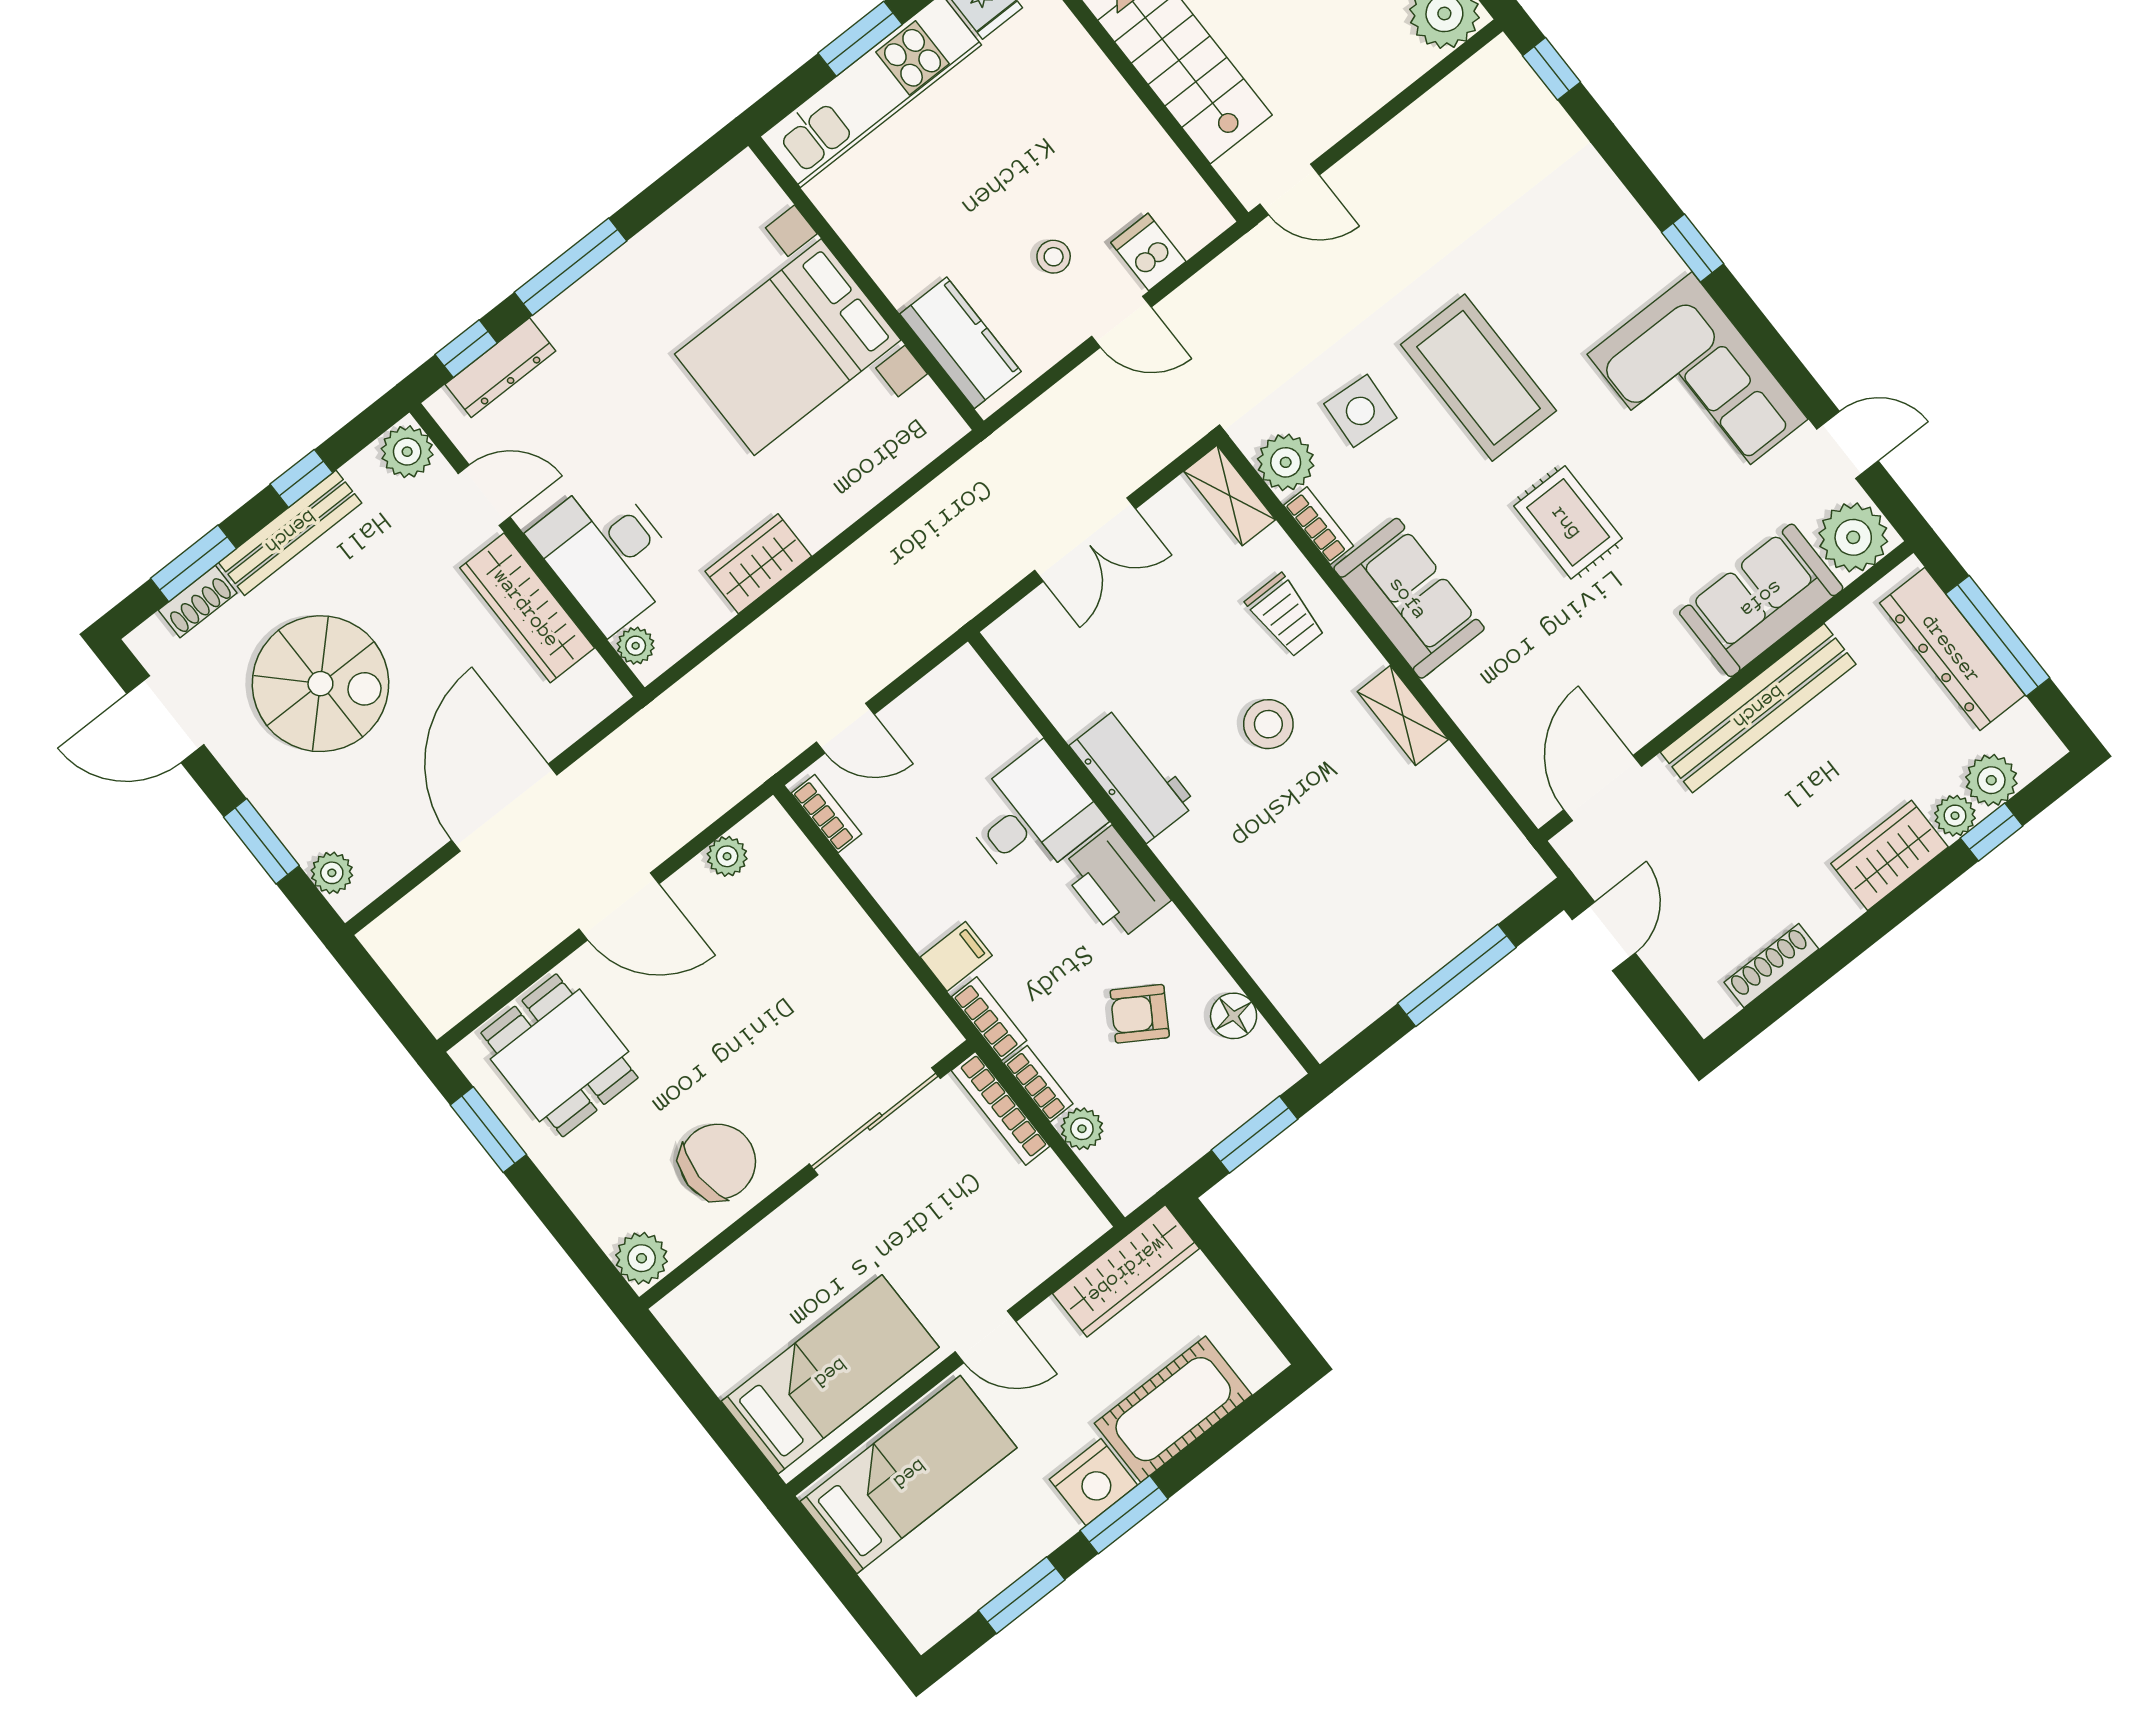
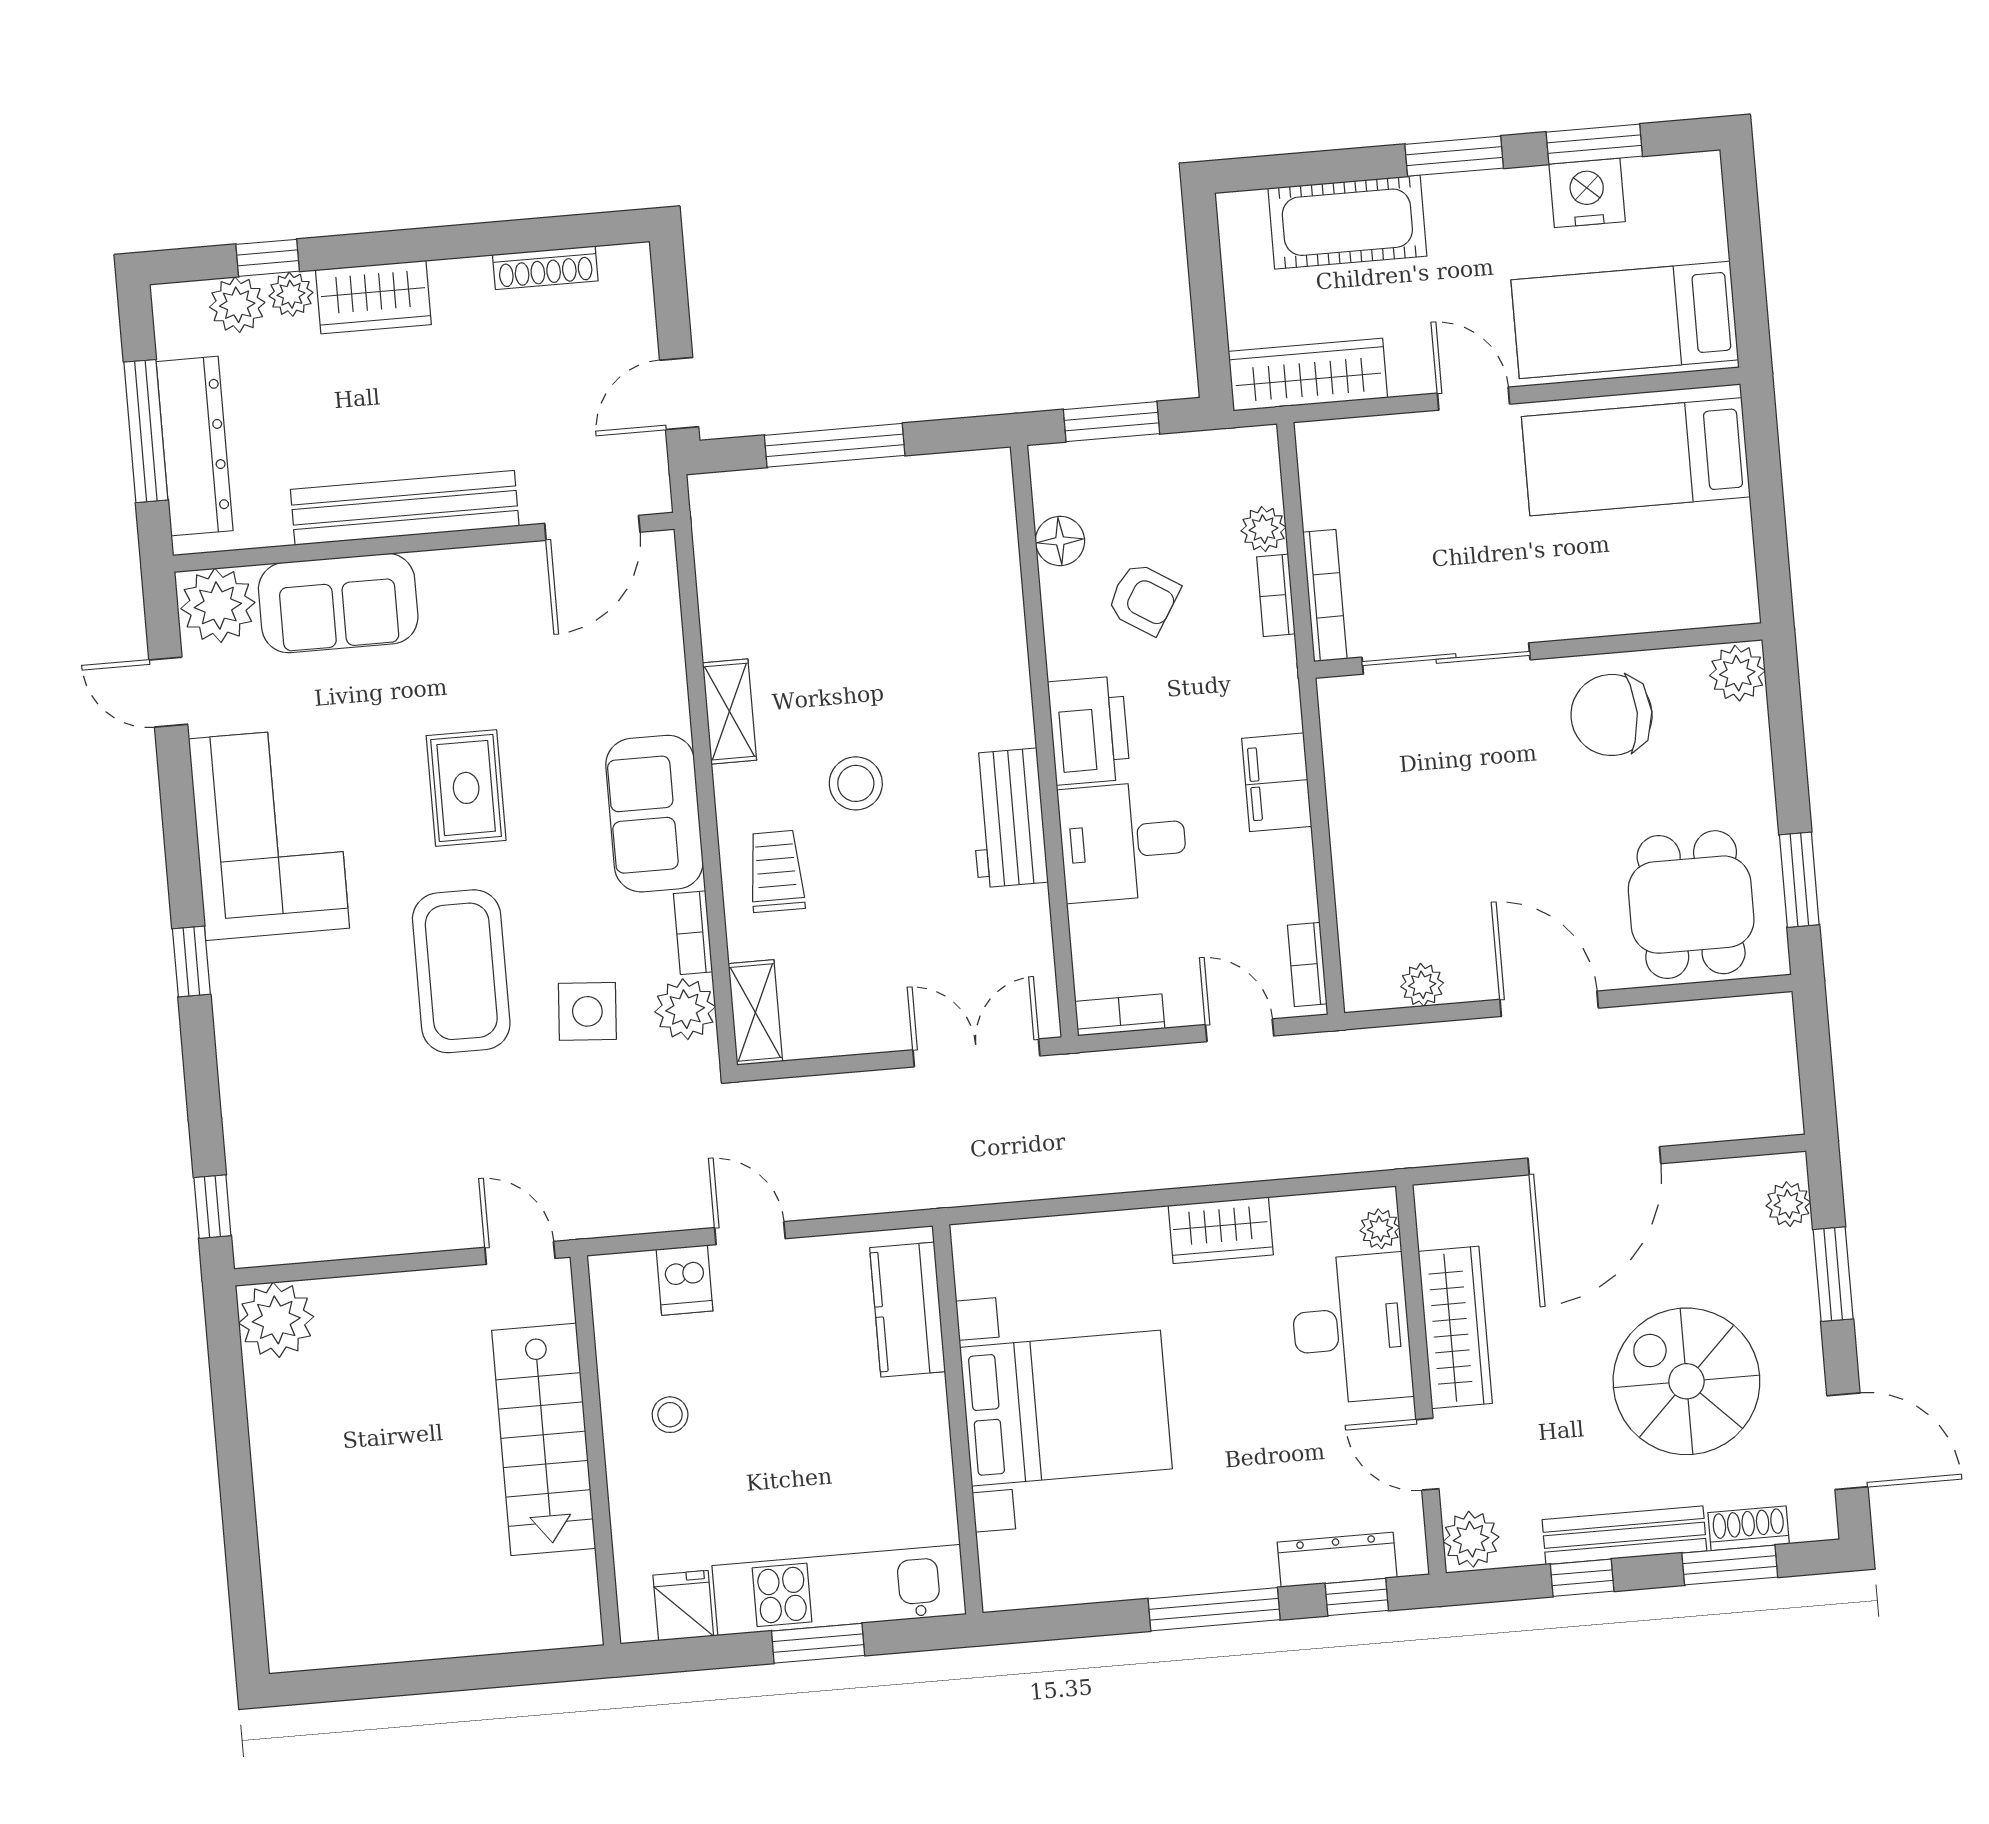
stool: (1054, 257) -> (670, 1415), moved
double door: (1085, 539) -> (976, 1053), moved
filing cabinet: (956, 956) -> (1277, 782), width x2.00
bookcase: (989, 1019) -> (1120, 1015), moved, turned 90
nightstand: (1093, 1482) -> (1587, 193), moved

